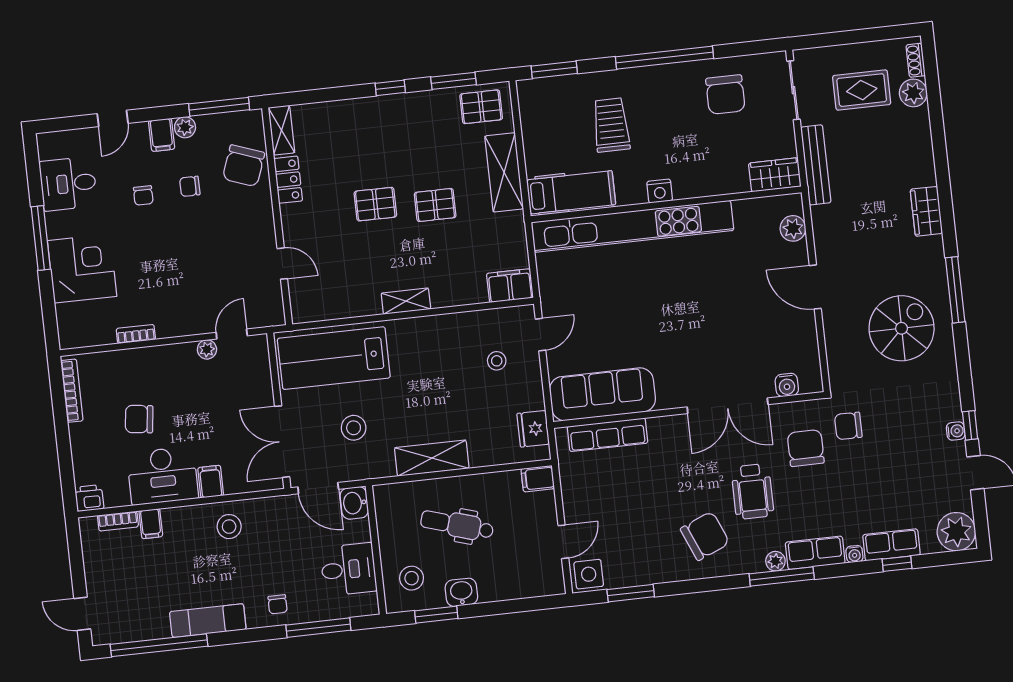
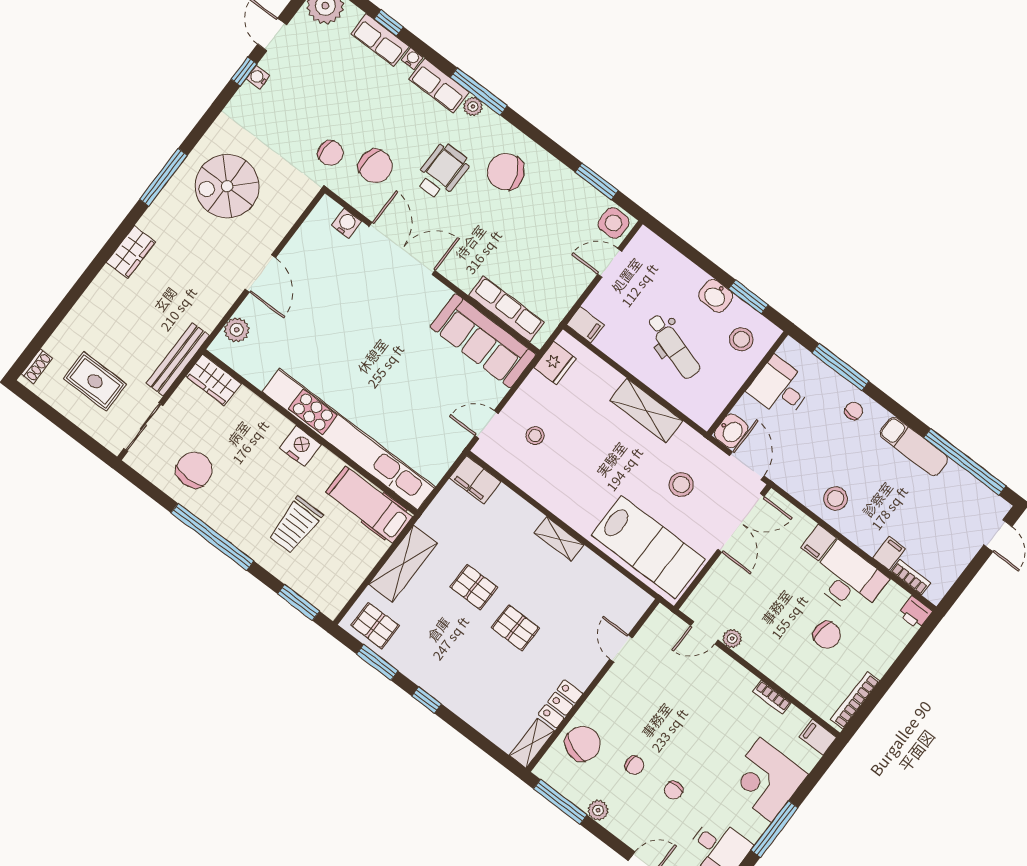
plant: (913, 93) -> (61, 345), removed
filing cabinet: (162, 135) -> (818, 737), moved, turned -90
nightstand: (660, 191) -> (300, 446), width x1.36, depth x1.33
chair: (143, 195) -> (673, 790), turned 180
chair: (806, 448) -> (375, 166), turned -83

